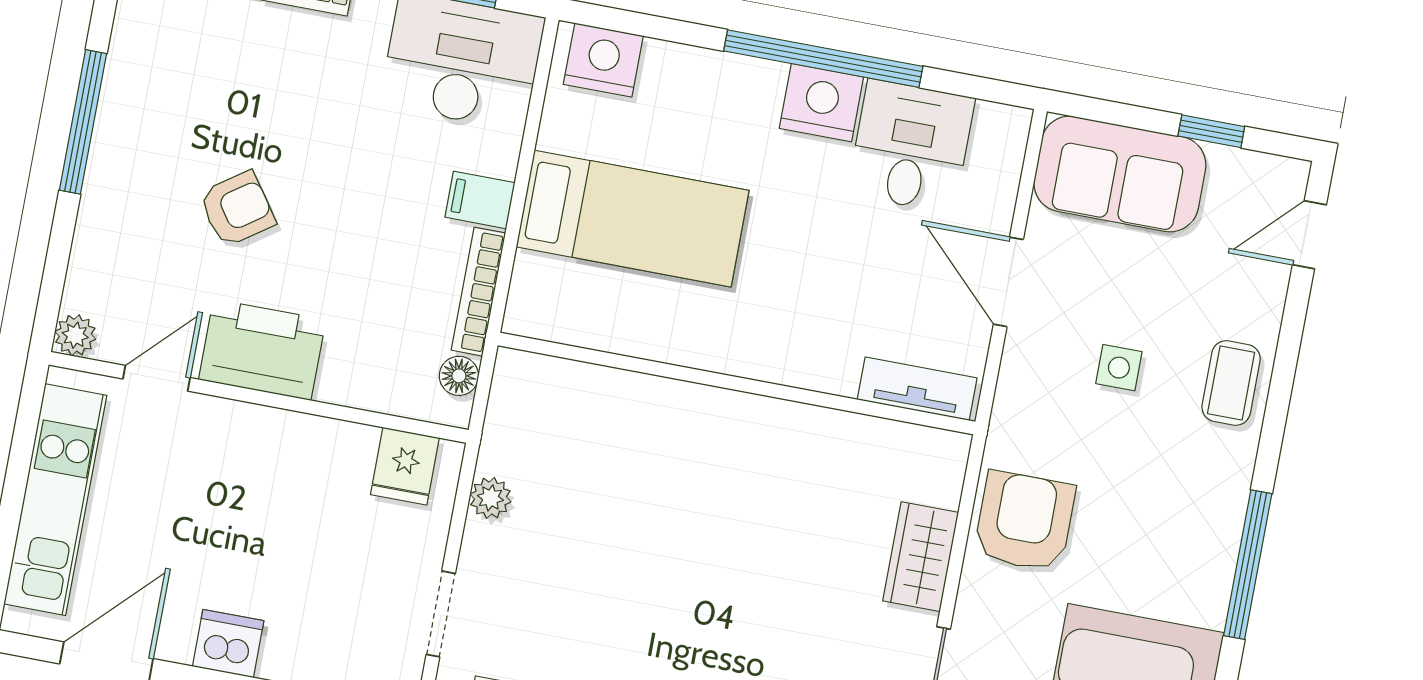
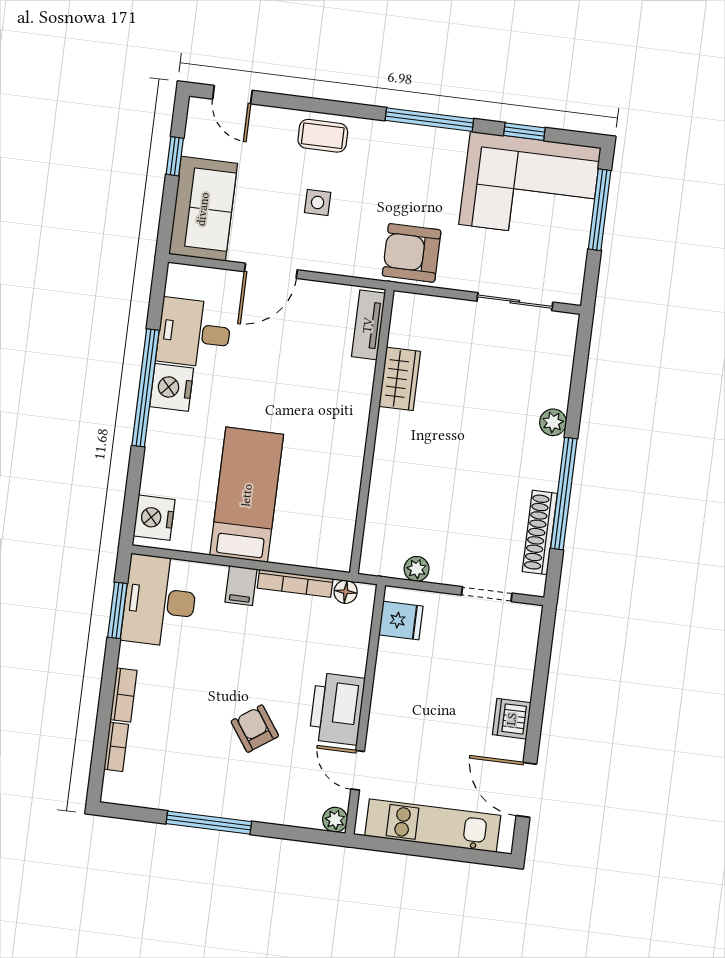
wall: (737, 384) -> (372, 432), moved
tv unit: (917, 389) -> (368, 325), moved
wardrobe: (921, 557) -> (400, 379), moved, turned -90

